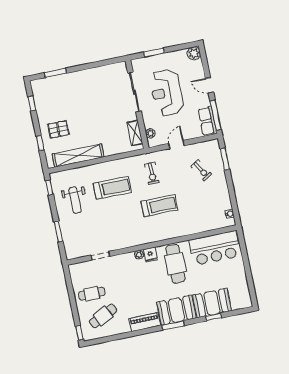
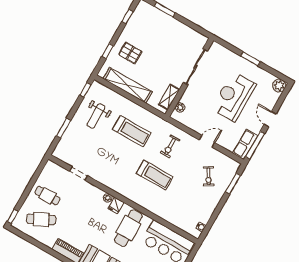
sliding door: (134, 92) -> (195, 67), moved
wall: (137, 104) -> (189, 77), moved
shelving: (135, 133) -> (169, 97), moved
plant: (150, 133) -> (180, 107), moved

